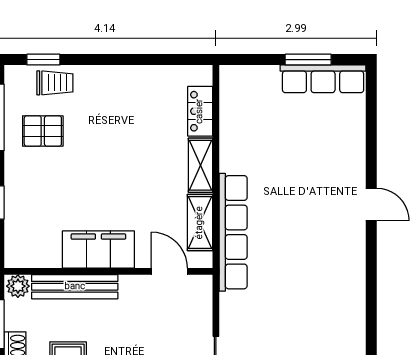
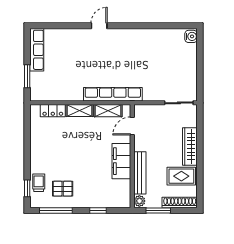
window: (308, 60) -> (27, 76), moved
pallet: (43, 131) -> (63, 189), turned 90

